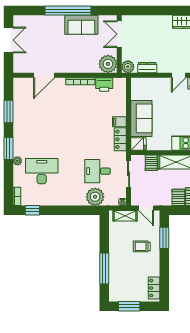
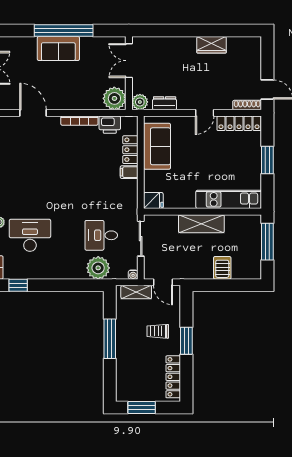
sofa: (81, 25) -> (58, 48), moved
door: (44, 75) -> (33, 113), swing flipped
sofa: (141, 118) -> (157, 146), moved
locker: (120, 139) -> (130, 150), moved
server rack: (151, 163) -> (170, 225), removed
server rack: (178, 197) -> (204, 269), removed
window: (164, 238) -> (186, 341), moved
window: (104, 269) -> (110, 339), moved
locker: (154, 288) -> (173, 377), width x1.53

